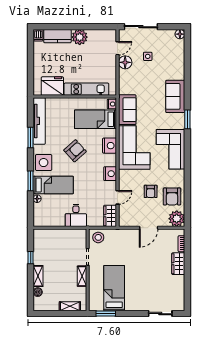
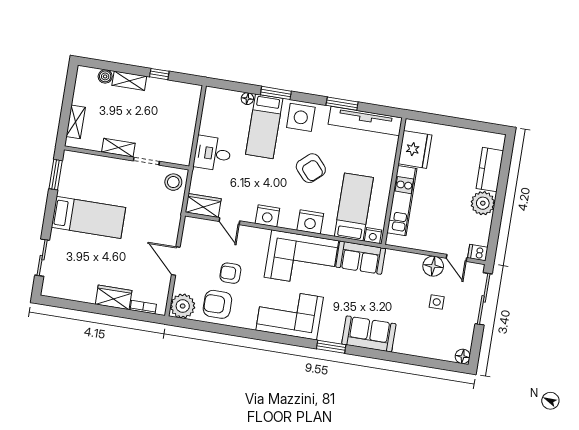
dishwasher: (38, 35) -> (478, 253), moved
bed: (114, 288) -> (88, 217), moved

